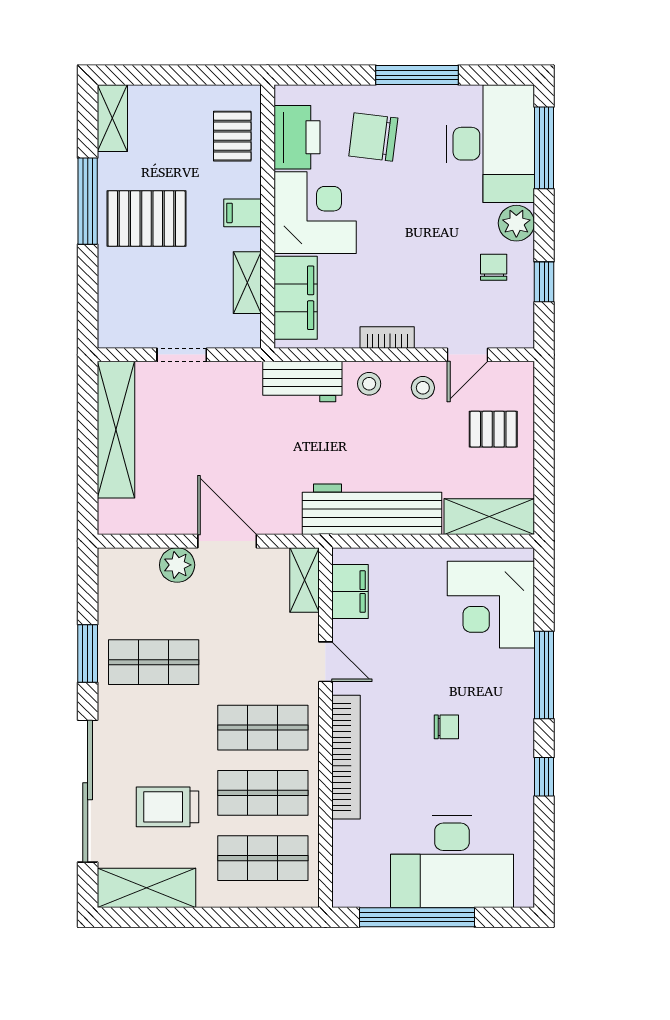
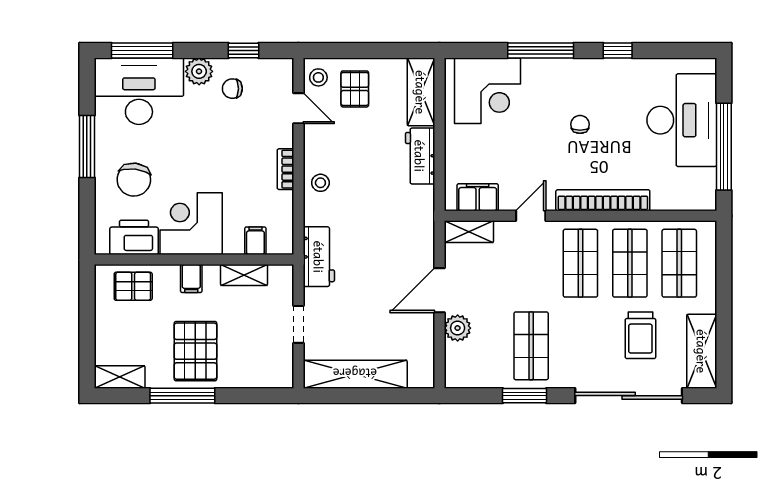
filing cabinet: (296, 298) -> (255, 241), width x0.33, depth x0.86
workbench: (302, 382) -> (319, 257), moved
stool: (423, 388) -> (318, 77), moved
workbench: (372, 509) -> (420, 156), width x0.53, depth x0.76

